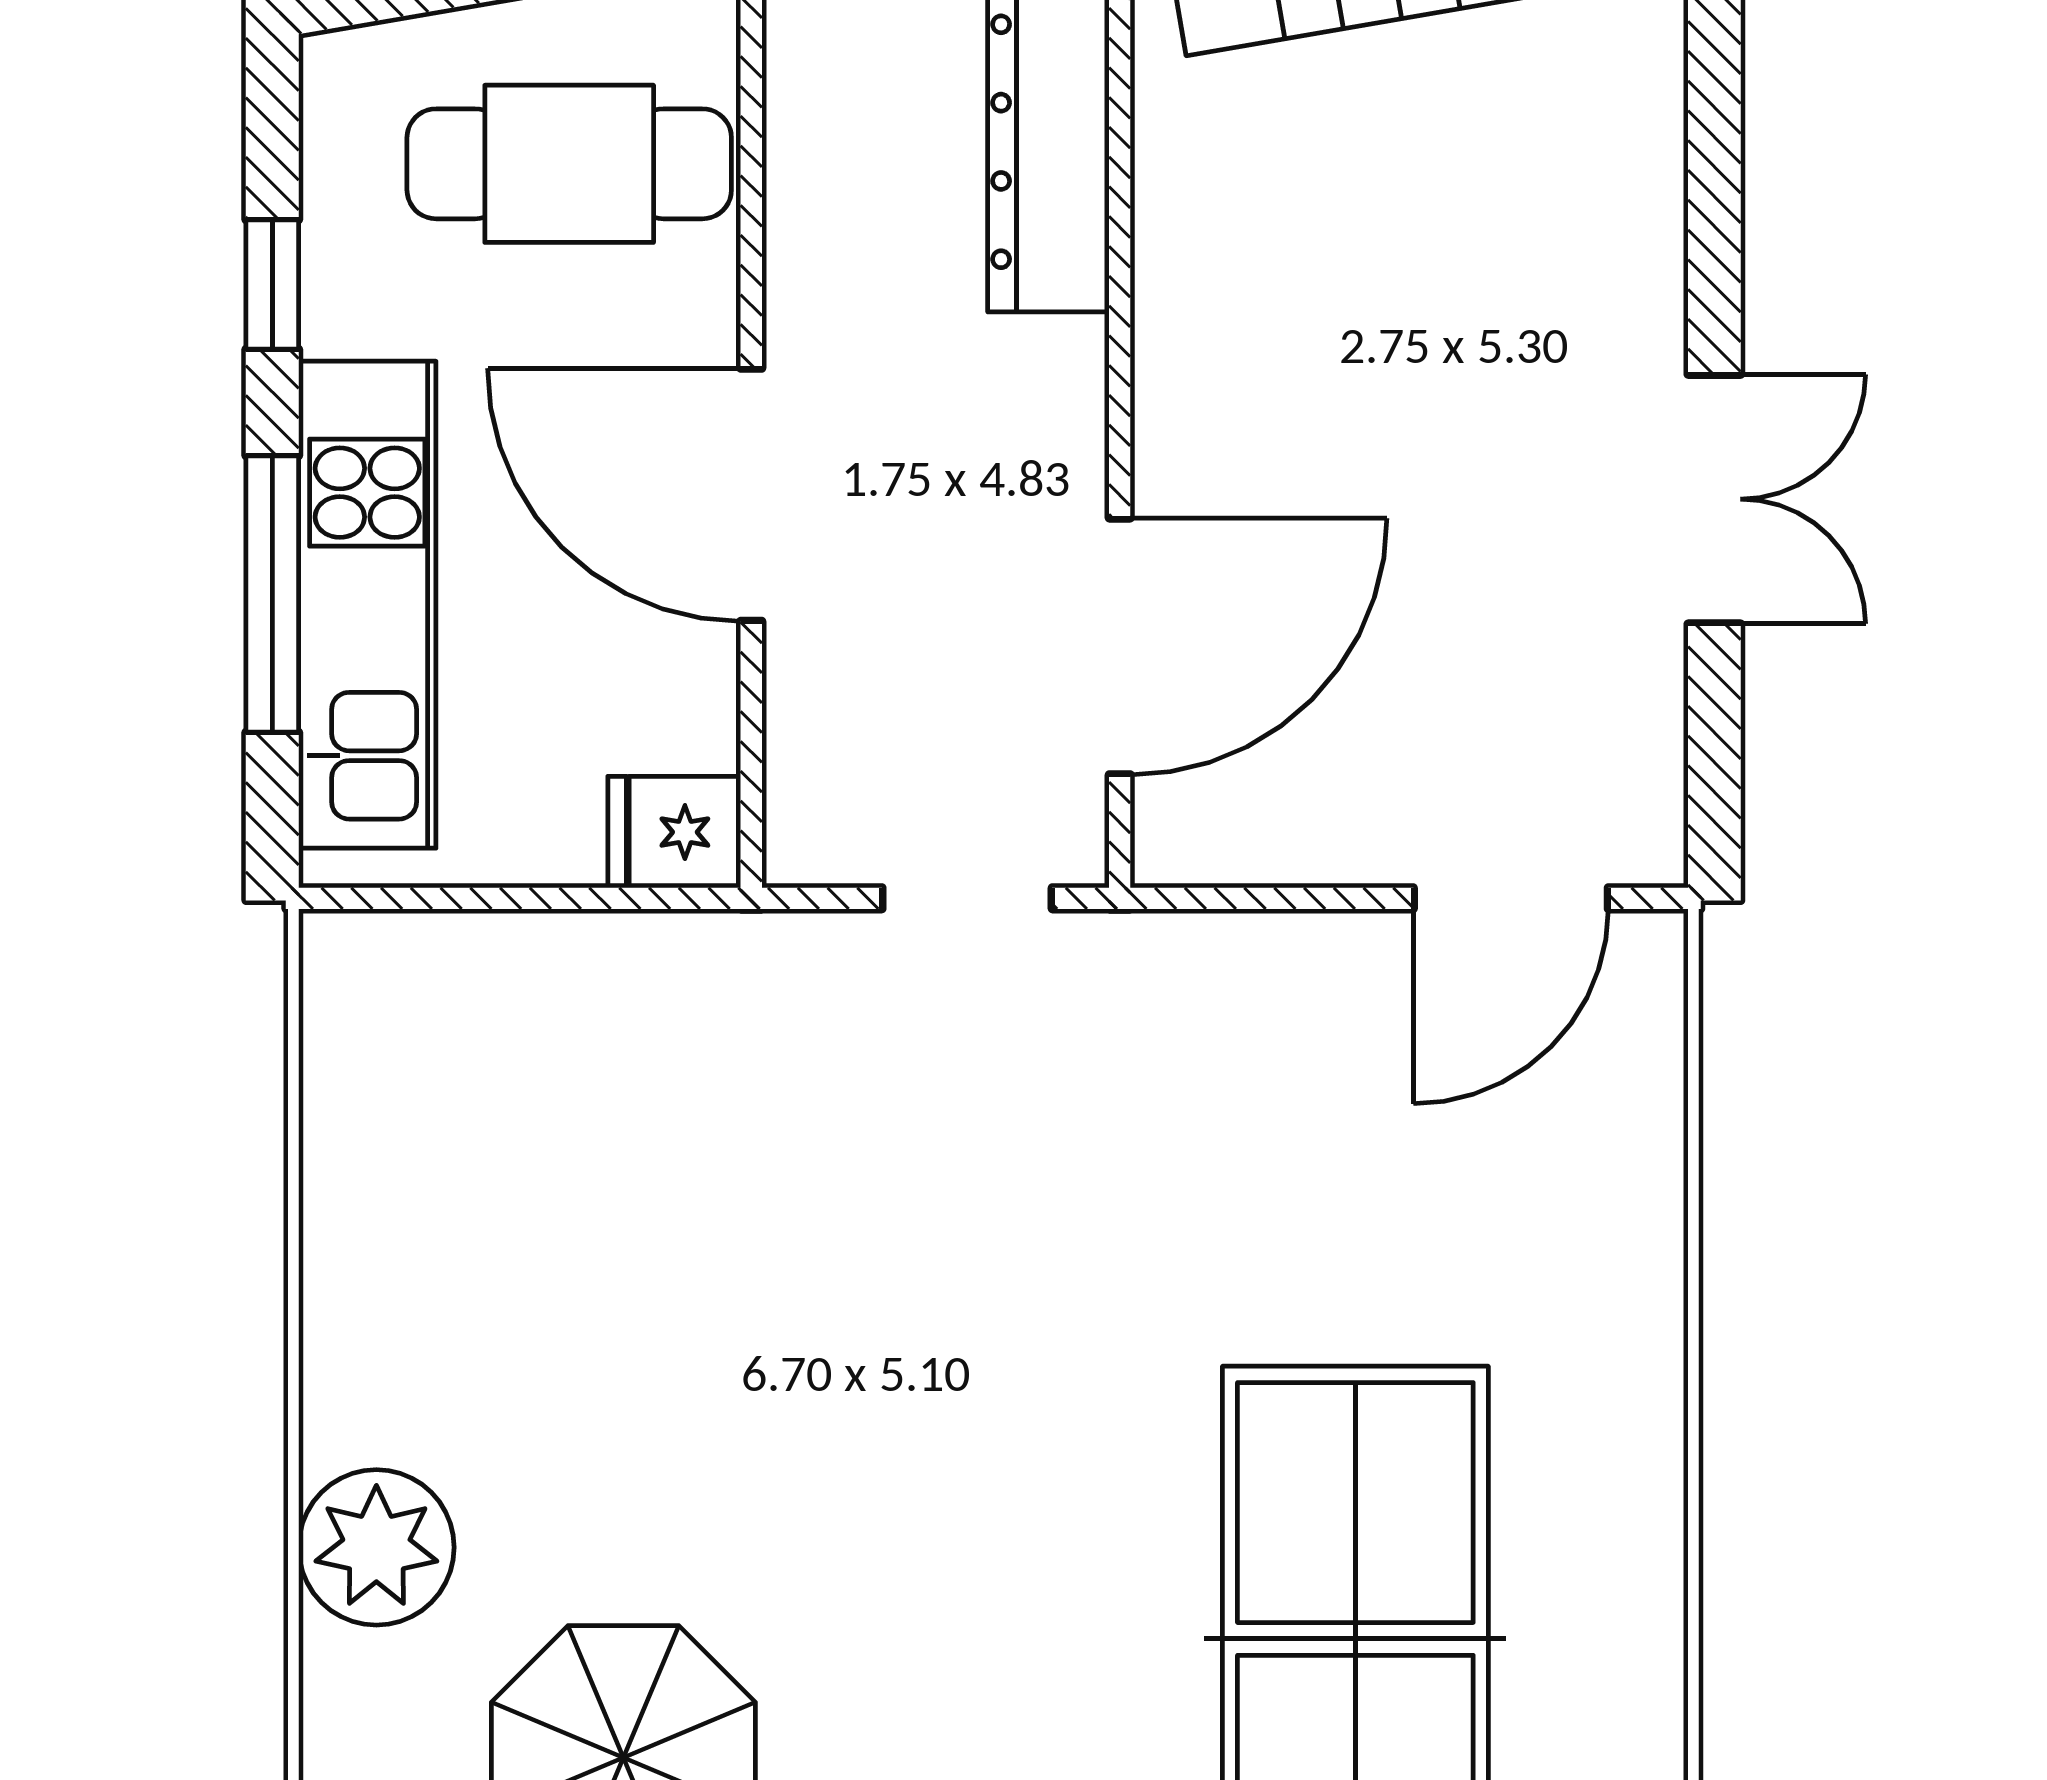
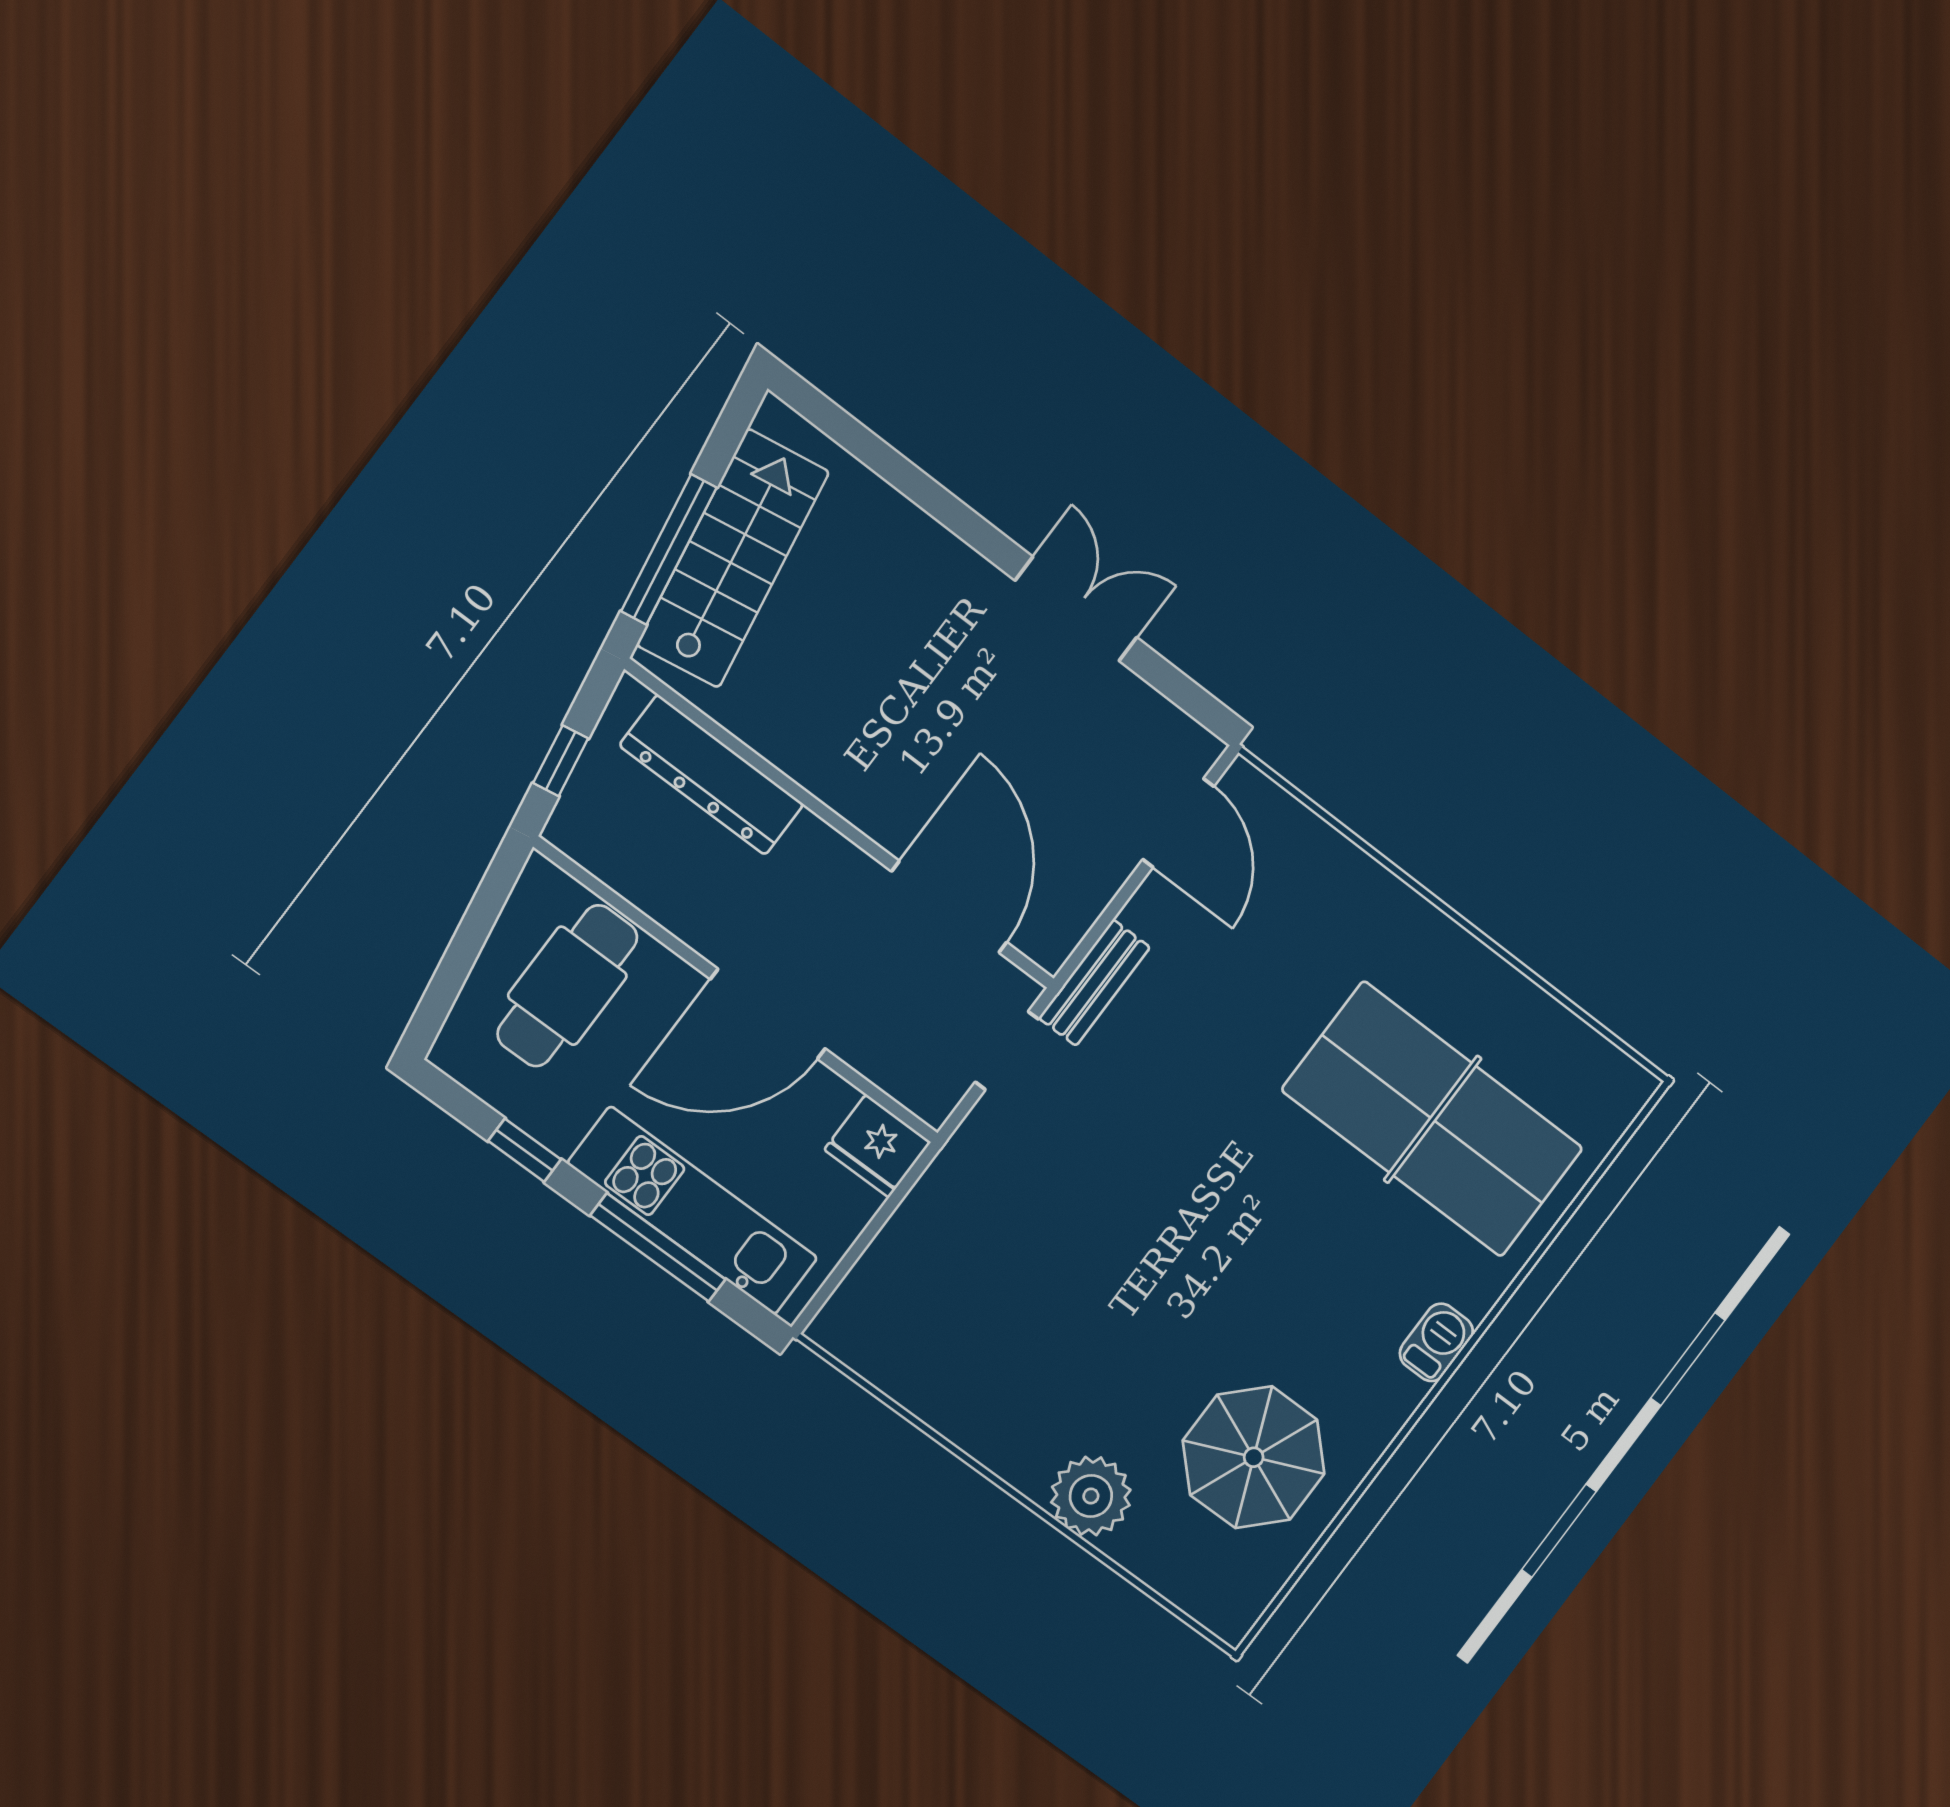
fridge: (674, 832) -> (877, 1146), width x1.38
bench: (1171, 954) -> (1094, 983), added

